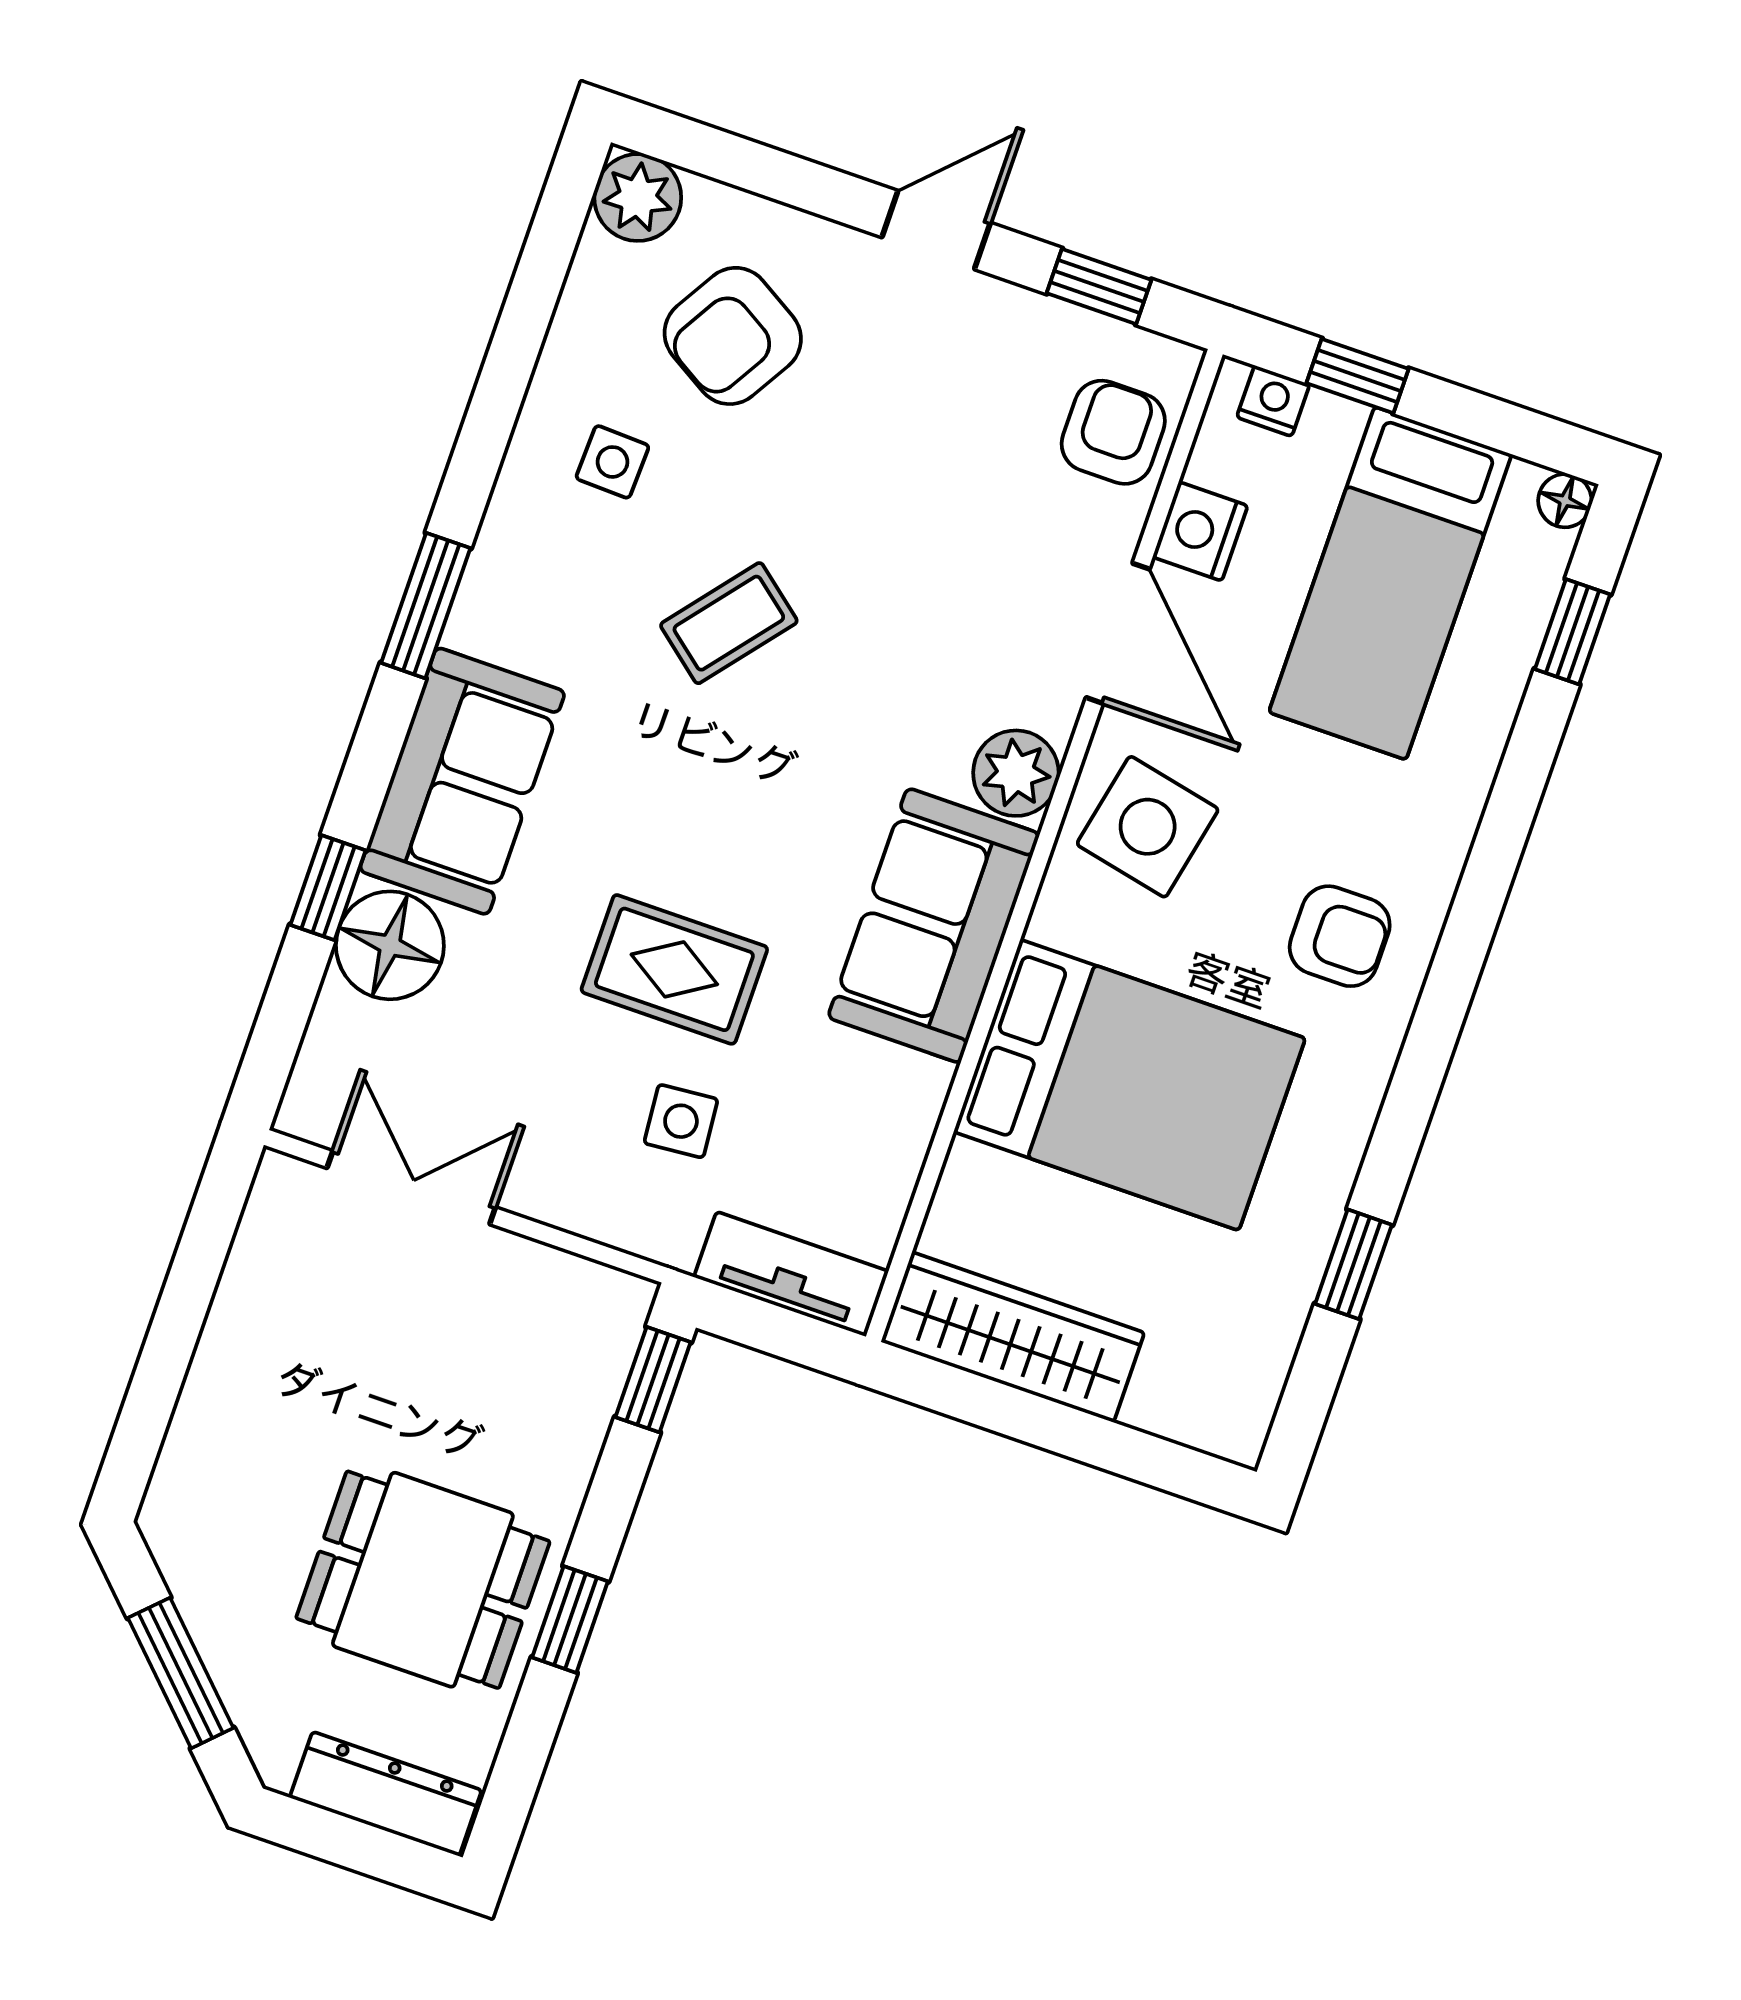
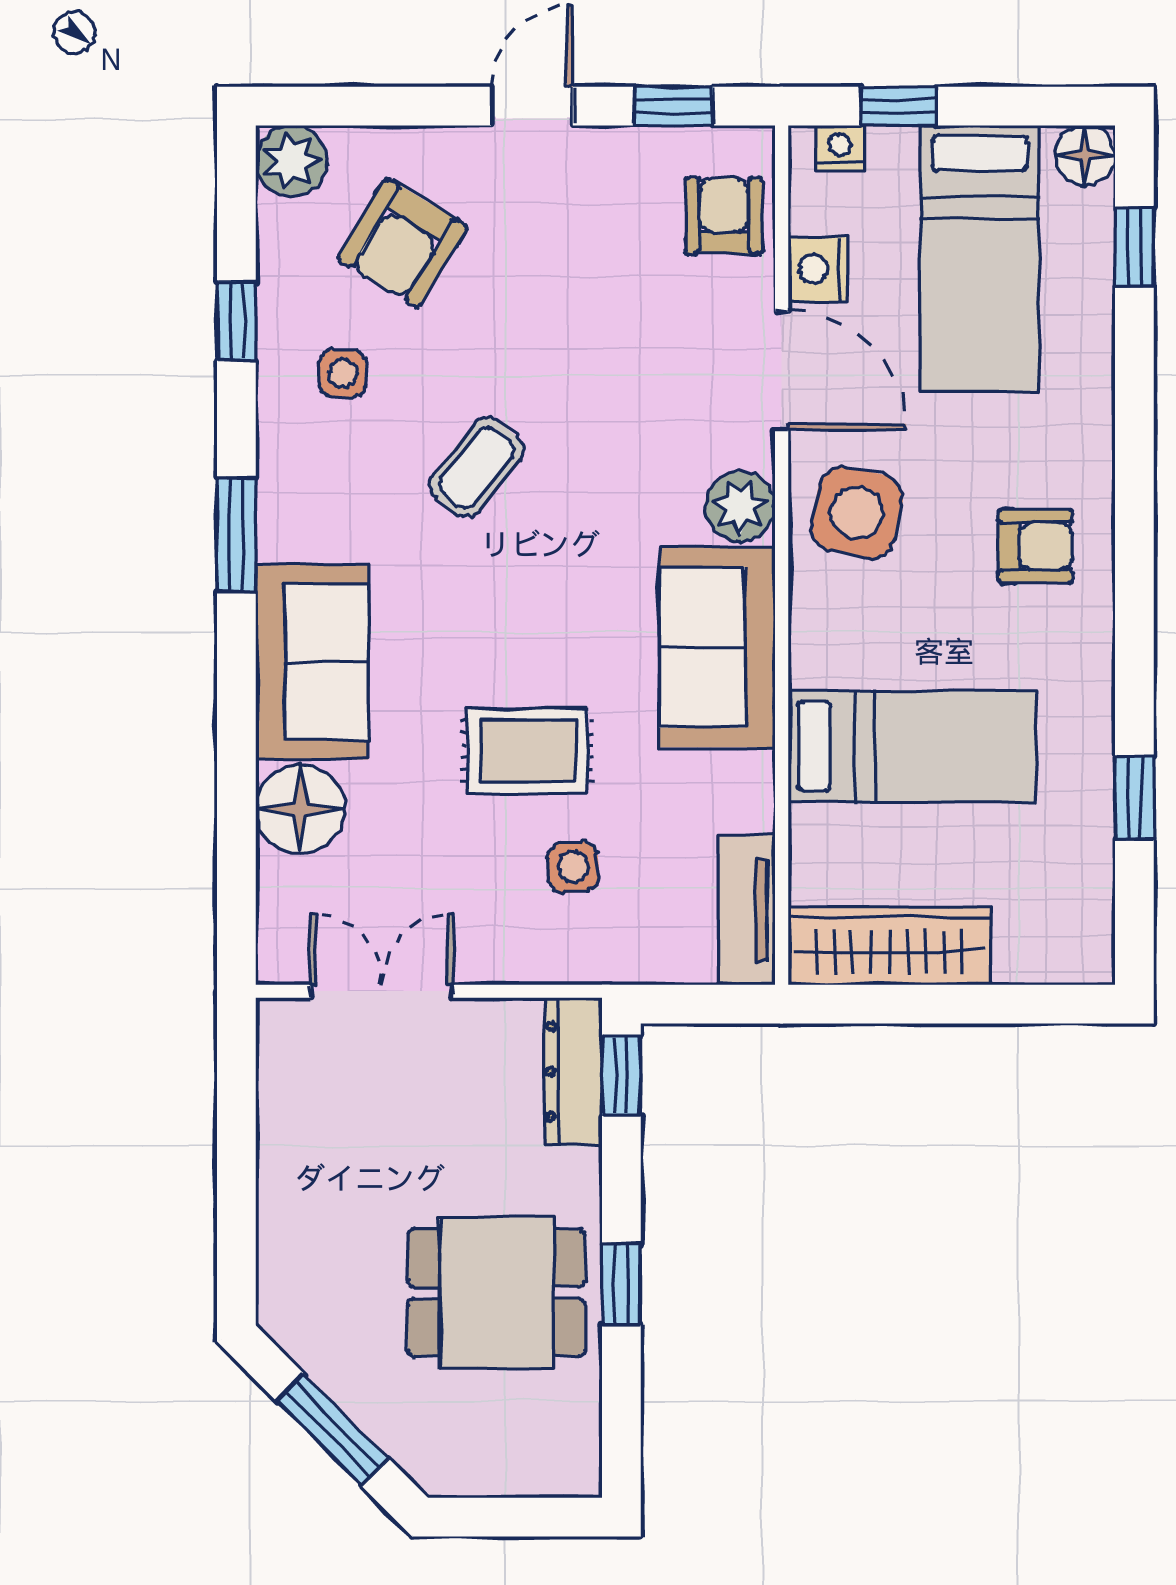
floor lamp: (1565, 501) -> (1085, 155), width x1.37, depth x1.37
window: (328, 888) -> (236, 321), moved
bed: (1129, 1085) -> (912, 746), width x0.67
tv unit: (791, 1274) -> (747, 910), moved, turned -90
dresser: (386, 1794) -> (573, 1071), moved, turned -90

